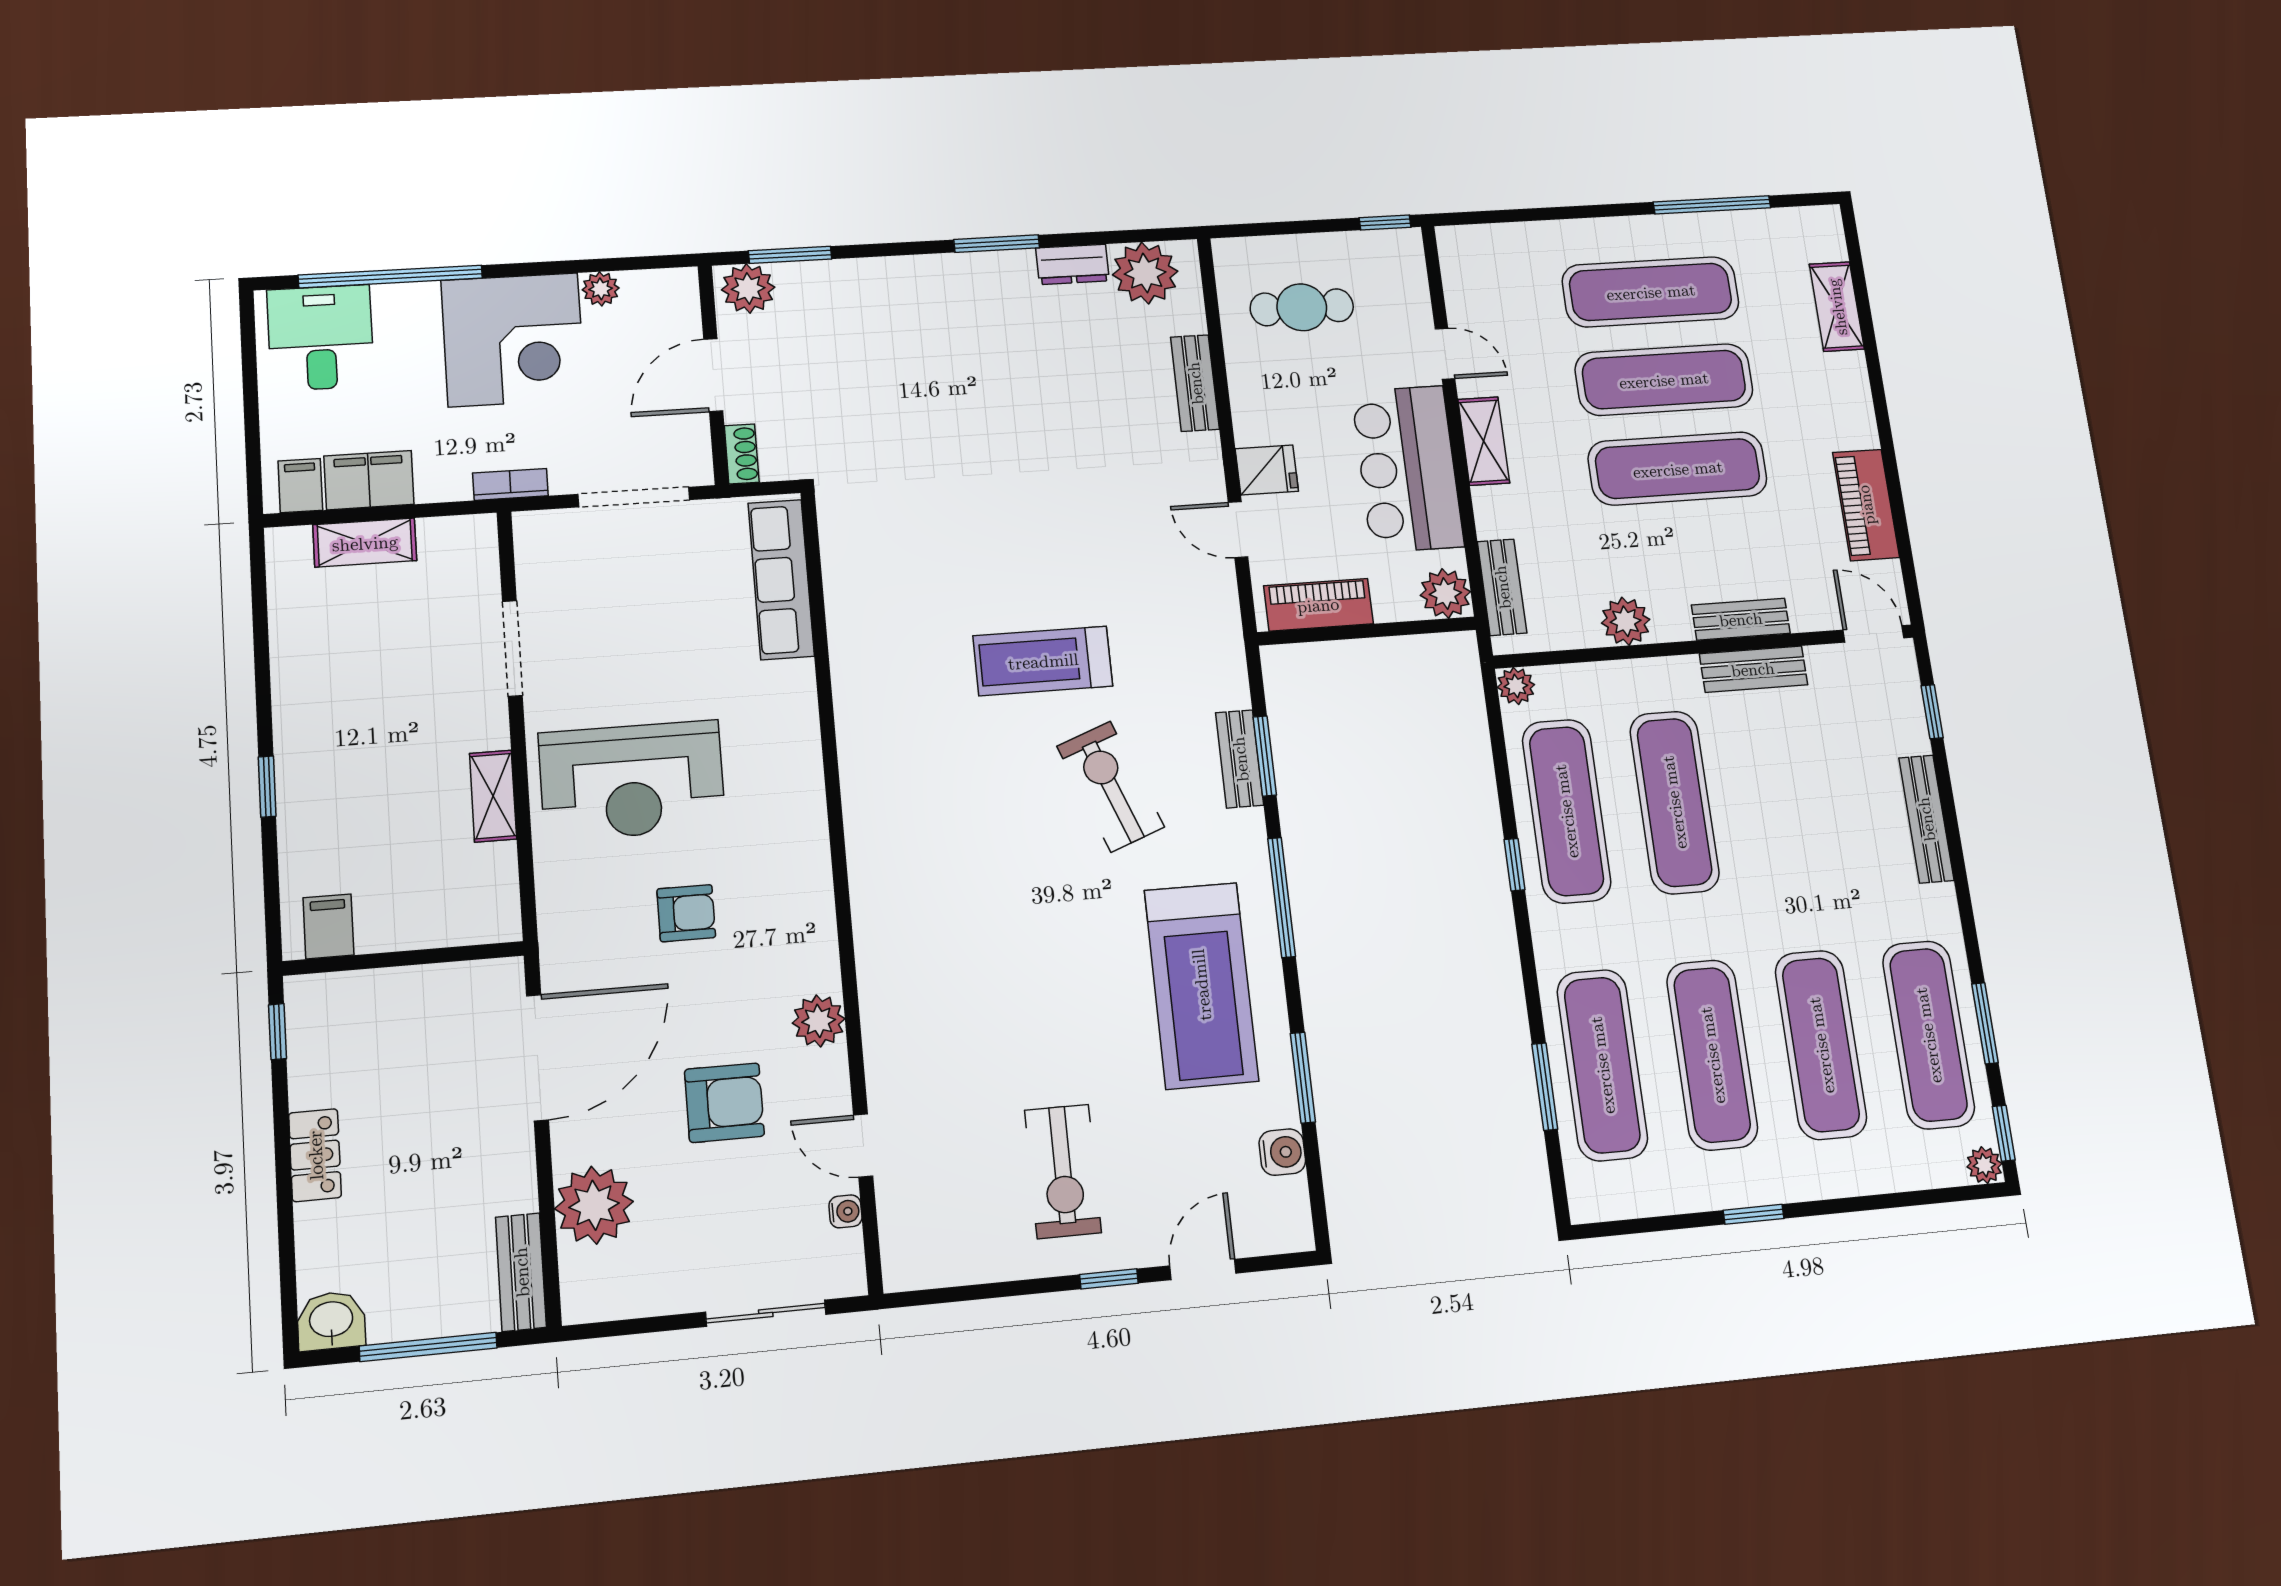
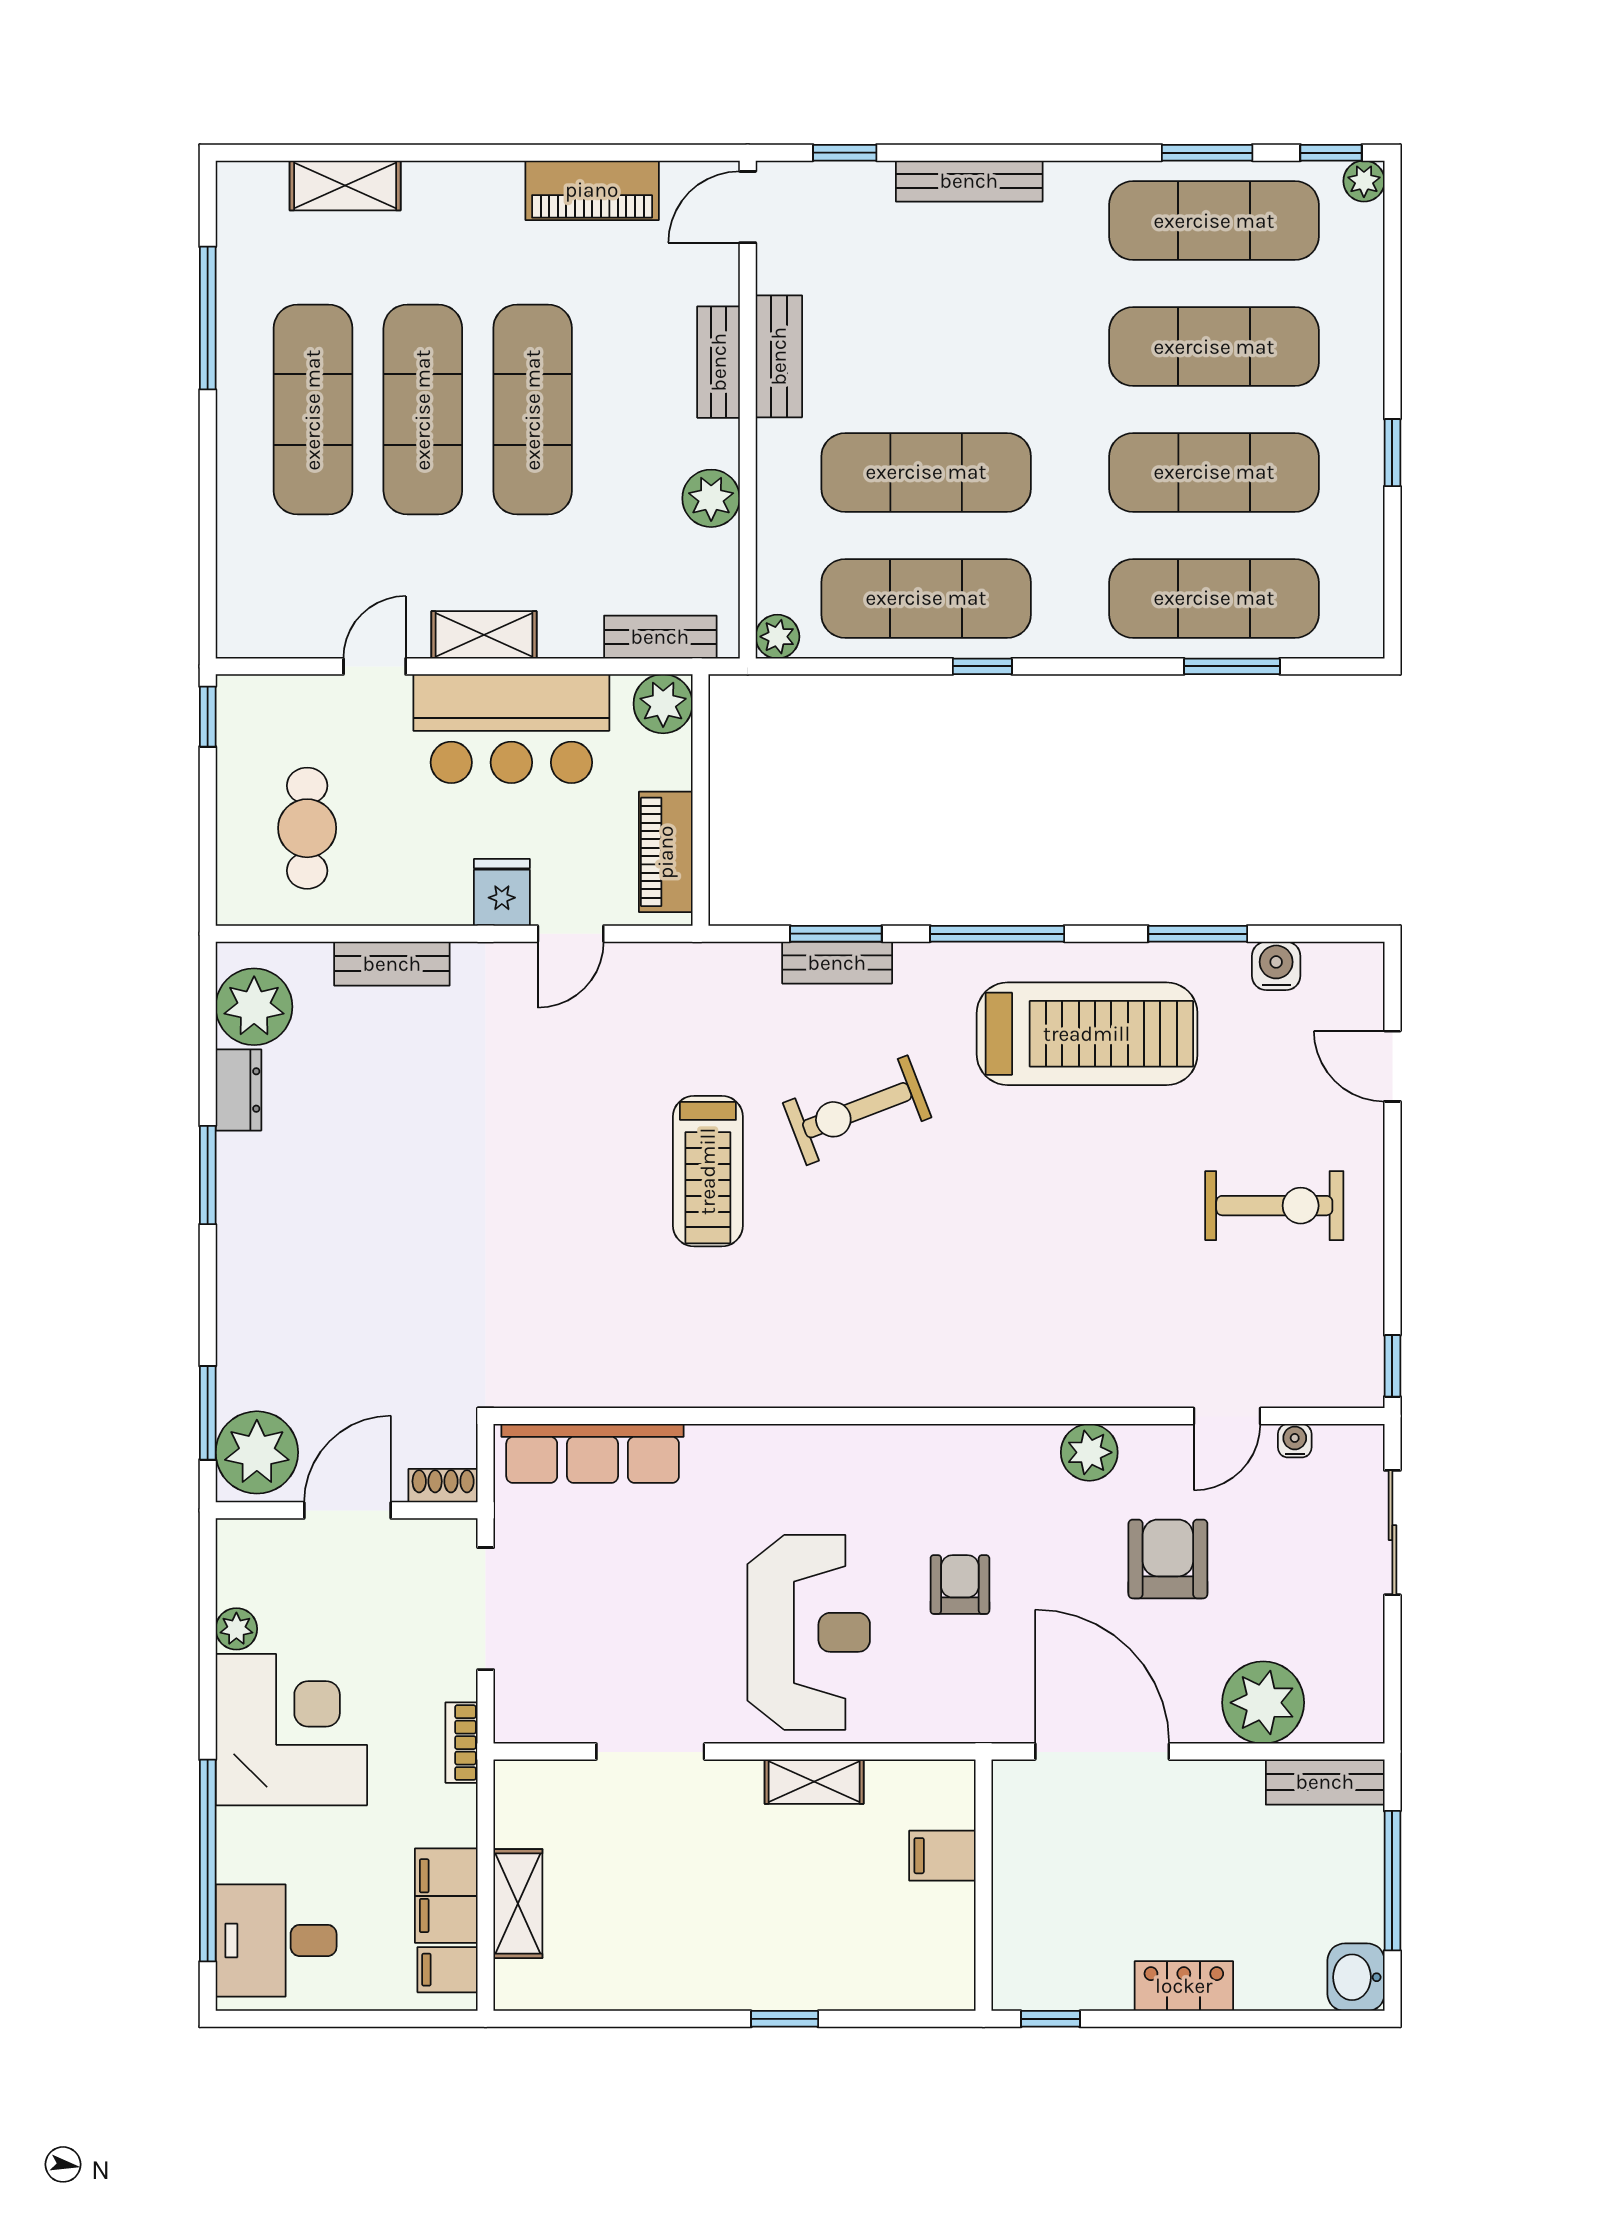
plant: (748, 289) -> (257, 1452), width x1.36, depth x1.36
door: (713, 375) -> (348, 1510), swing flipped
filing cabinet: (328, 926) -> (942, 1856), moved
window: (1109, 1279) -> (1392, 1366), moved

